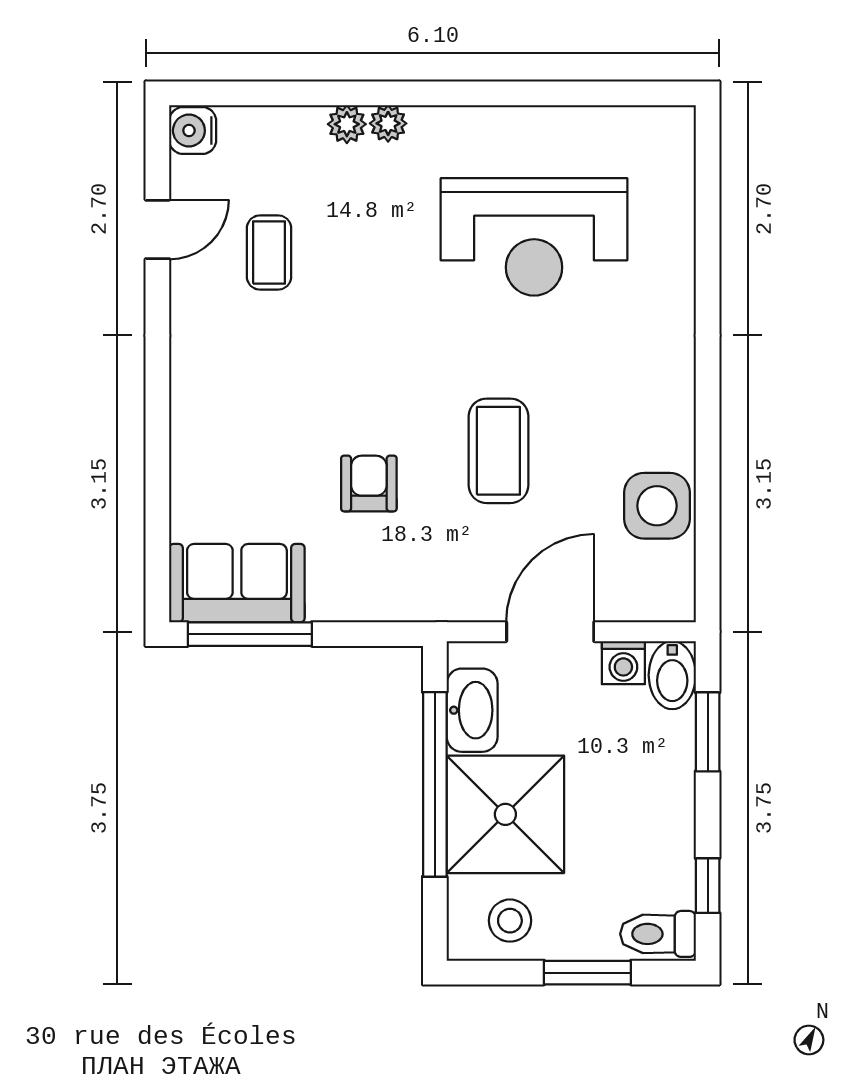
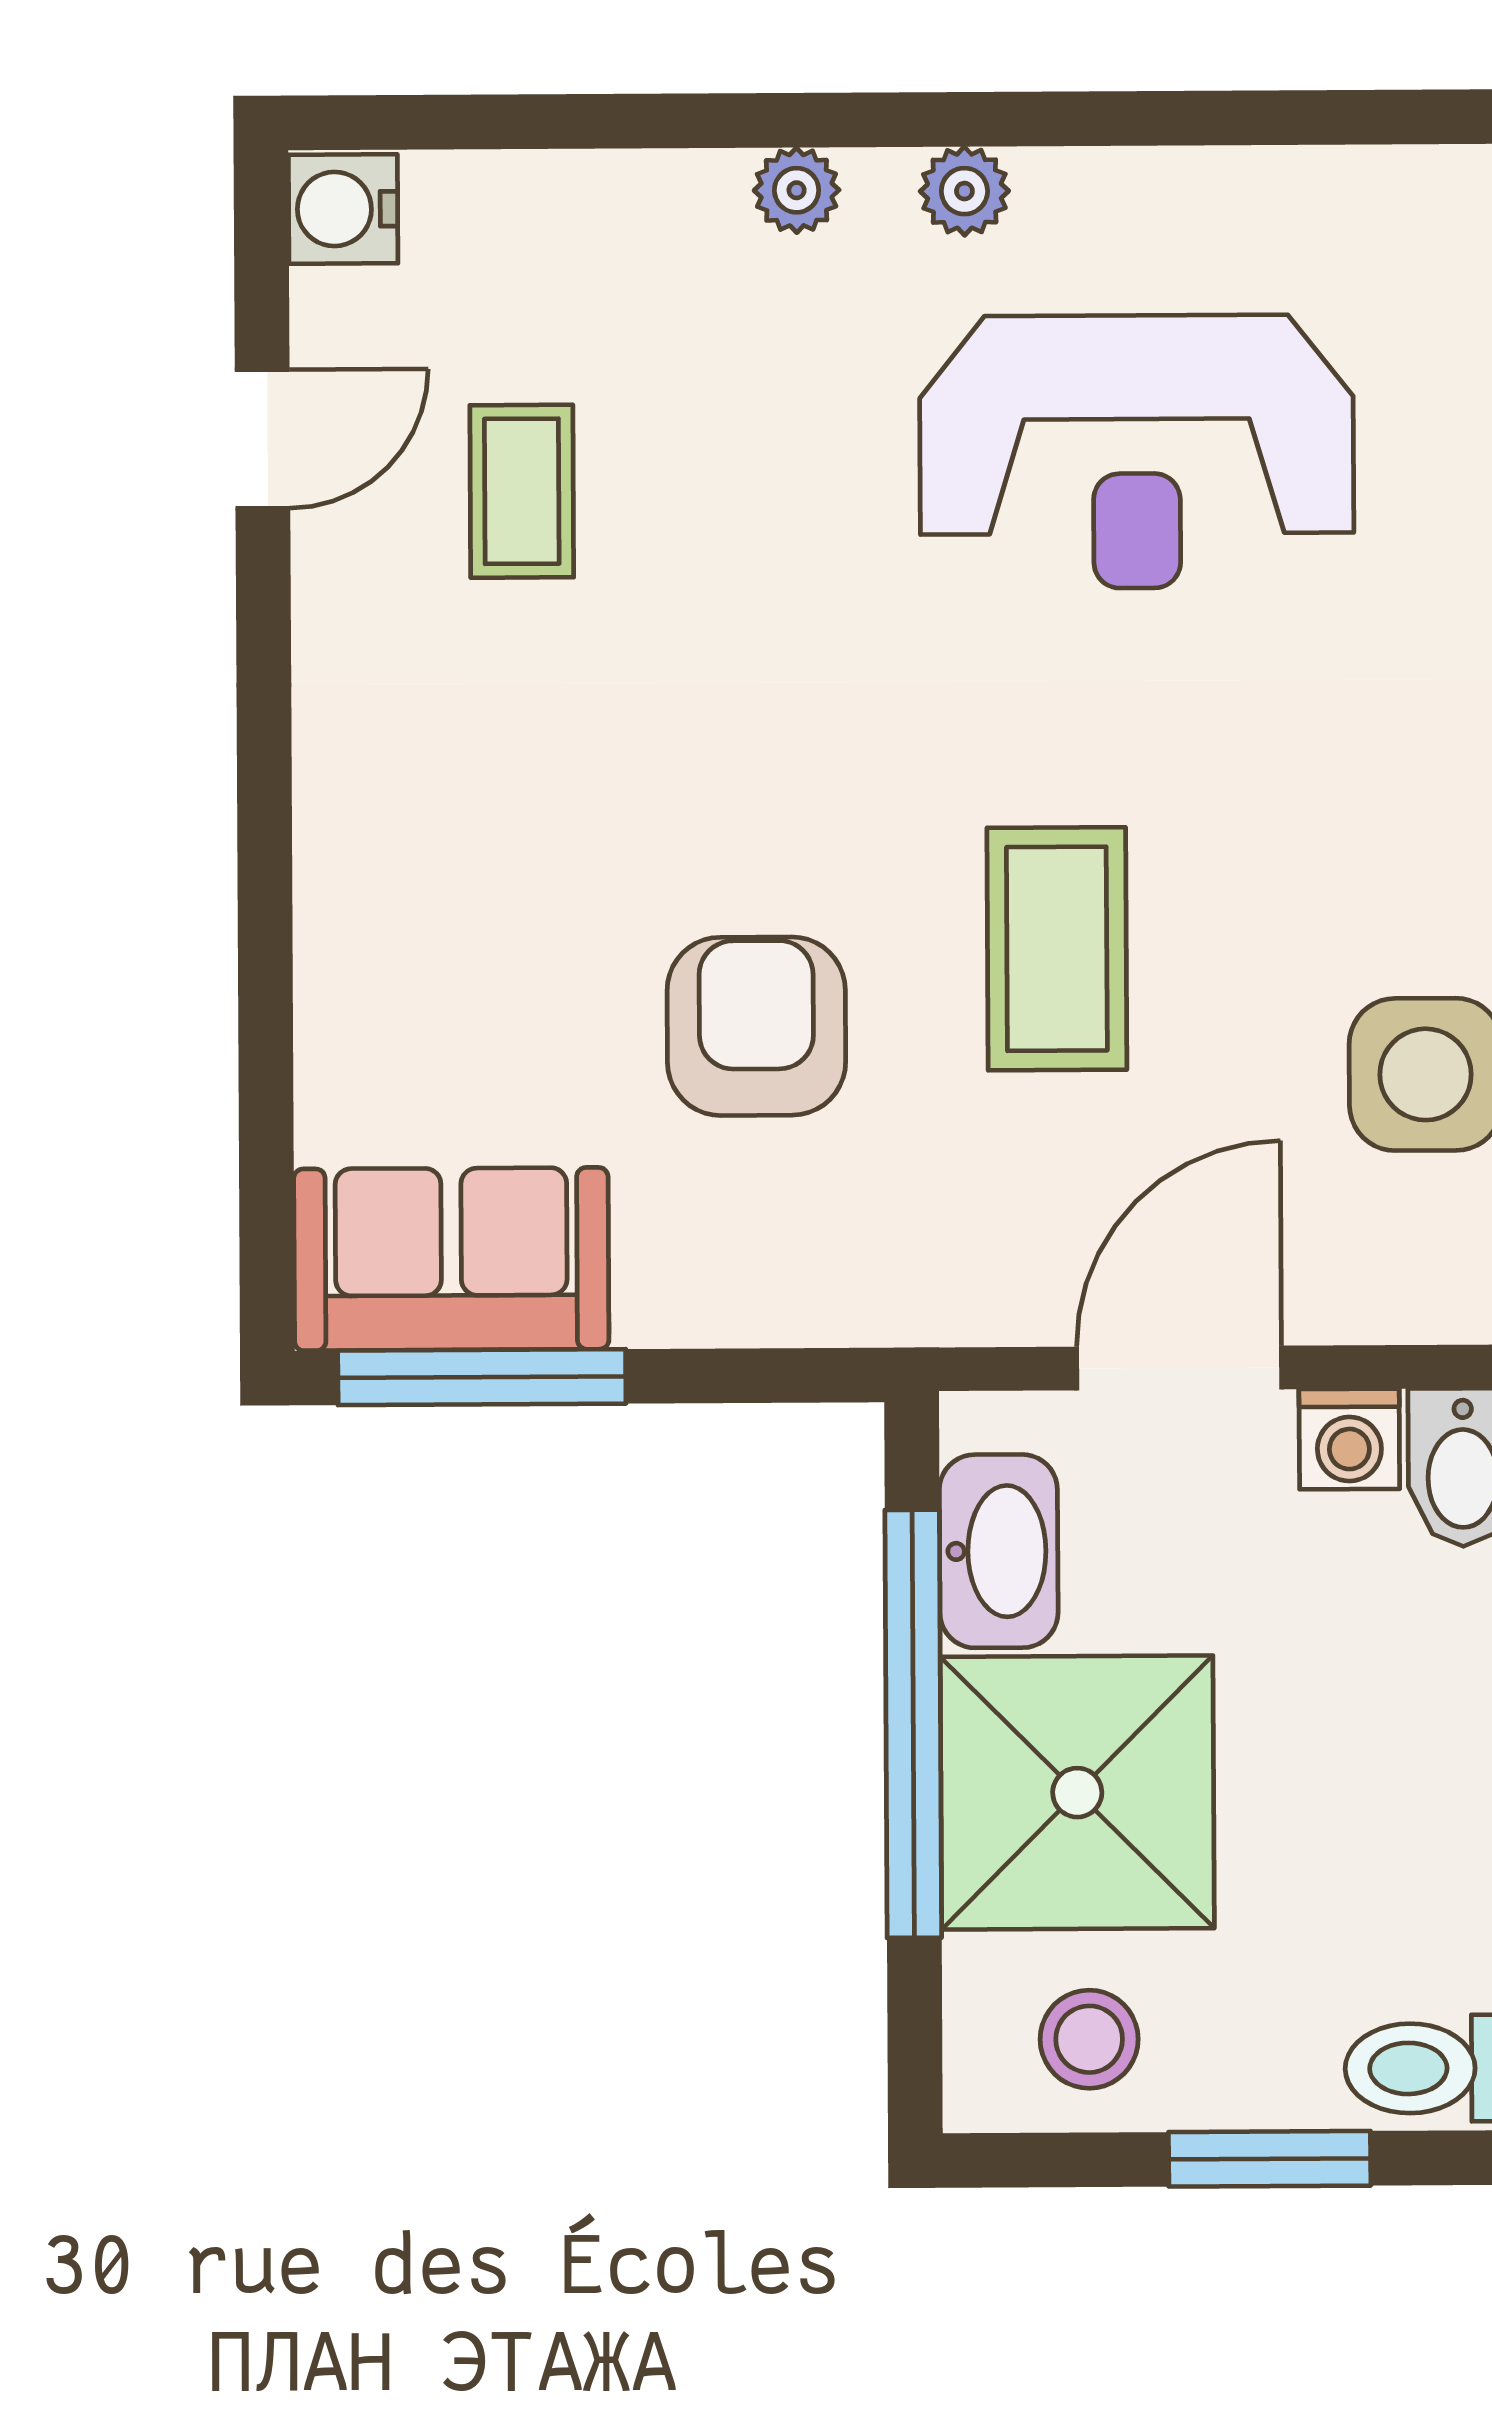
plant: (347, 124) -> (964, 191), moved
armchair: (369, 483) -> (756, 1026), width x1.38, depth x1.38

